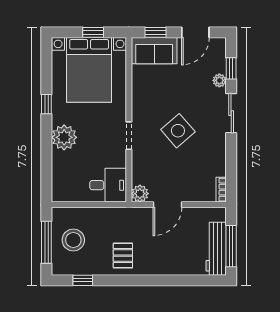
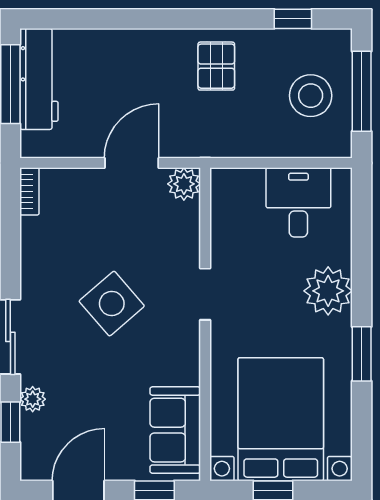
sofa: (154, 51) -> (175, 430), moved, turned -90
window: (46, 104) -> (362, 354), width x1.50
desk: (108, 185) -> (298, 202), moved, turned 90

